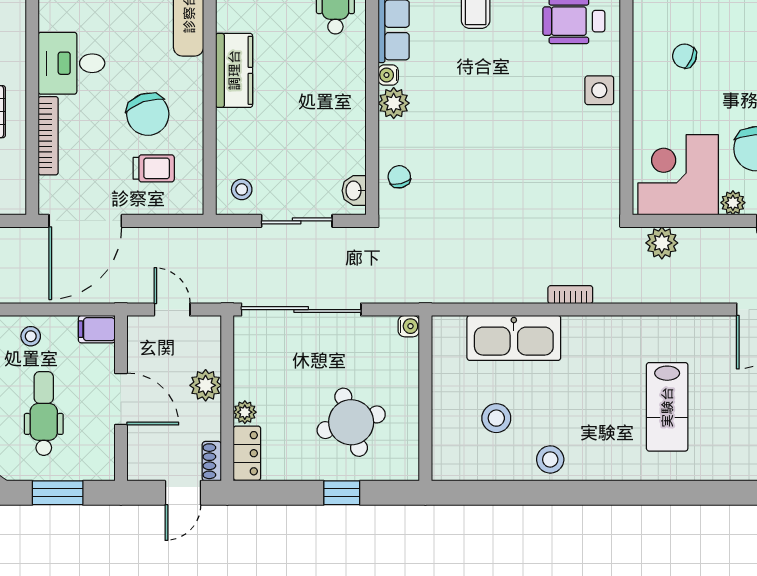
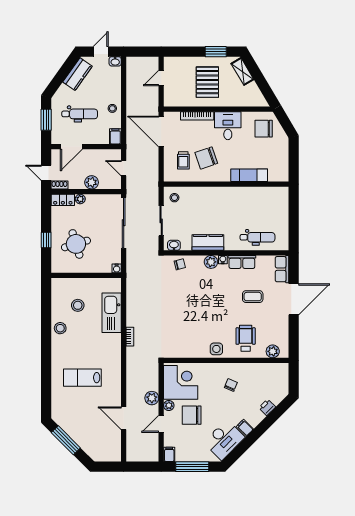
kitchen counter: (234, 70) -> (208, 242), moved, turned 180
plant: (662, 243) -> (152, 398), moved
door: (172, 310) -> (124, 168), swing flipped
door: (121, 399) -> (71, 147), moved

